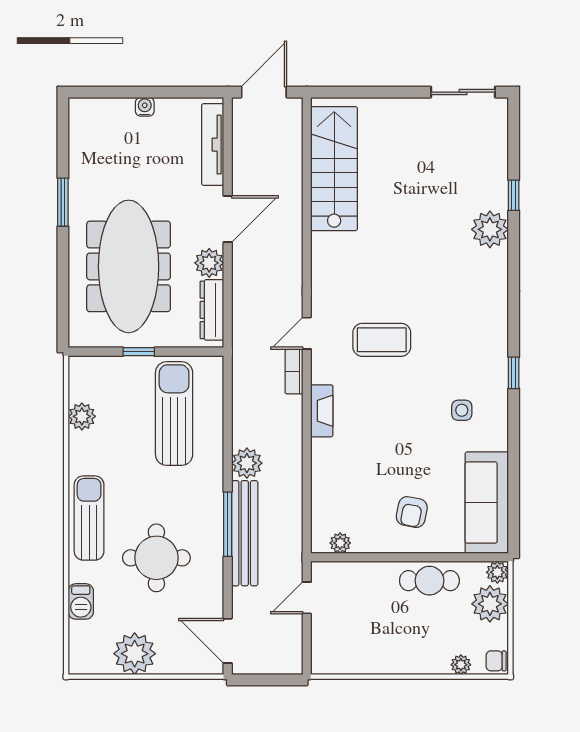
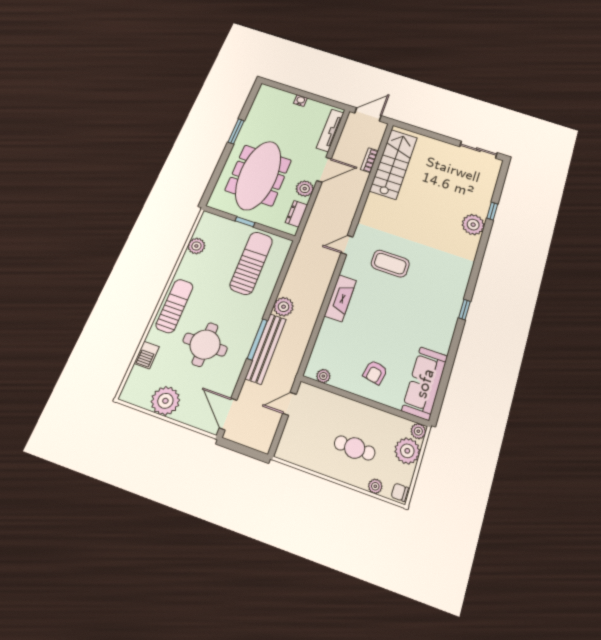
dresser: (212, 310) -> (296, 214), width x0.70
bookcase: (294, 372) -> (370, 160), moved
side table: (462, 410) -> (426, 321), removed
fireplace: (322, 411) -> (340, 298), width x1.37, depth x1.32
cafe table: (429, 581) -> (355, 448), moved

